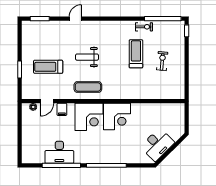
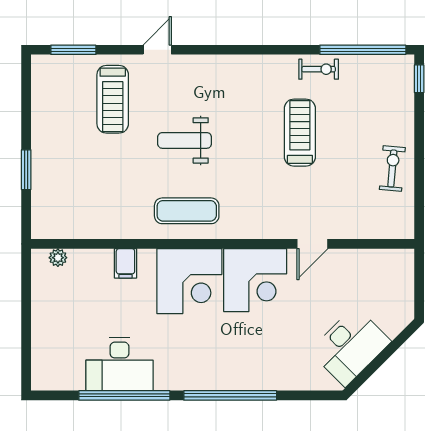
exercise bike: (162, 61) -> (392, 168), moved
treadmill: (48, 67) -> (113, 99), moved, turned -90
door: (47, 101) -> (312, 244), moved

